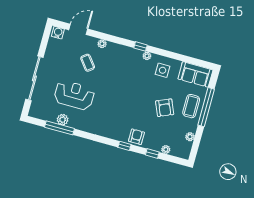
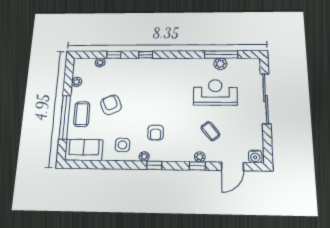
window: (106, 37) -> (197, 166), added
reception desk: (74, 95) -> (215, 92), turned 180
armchair: (136, 137) -> (156, 133), moved

